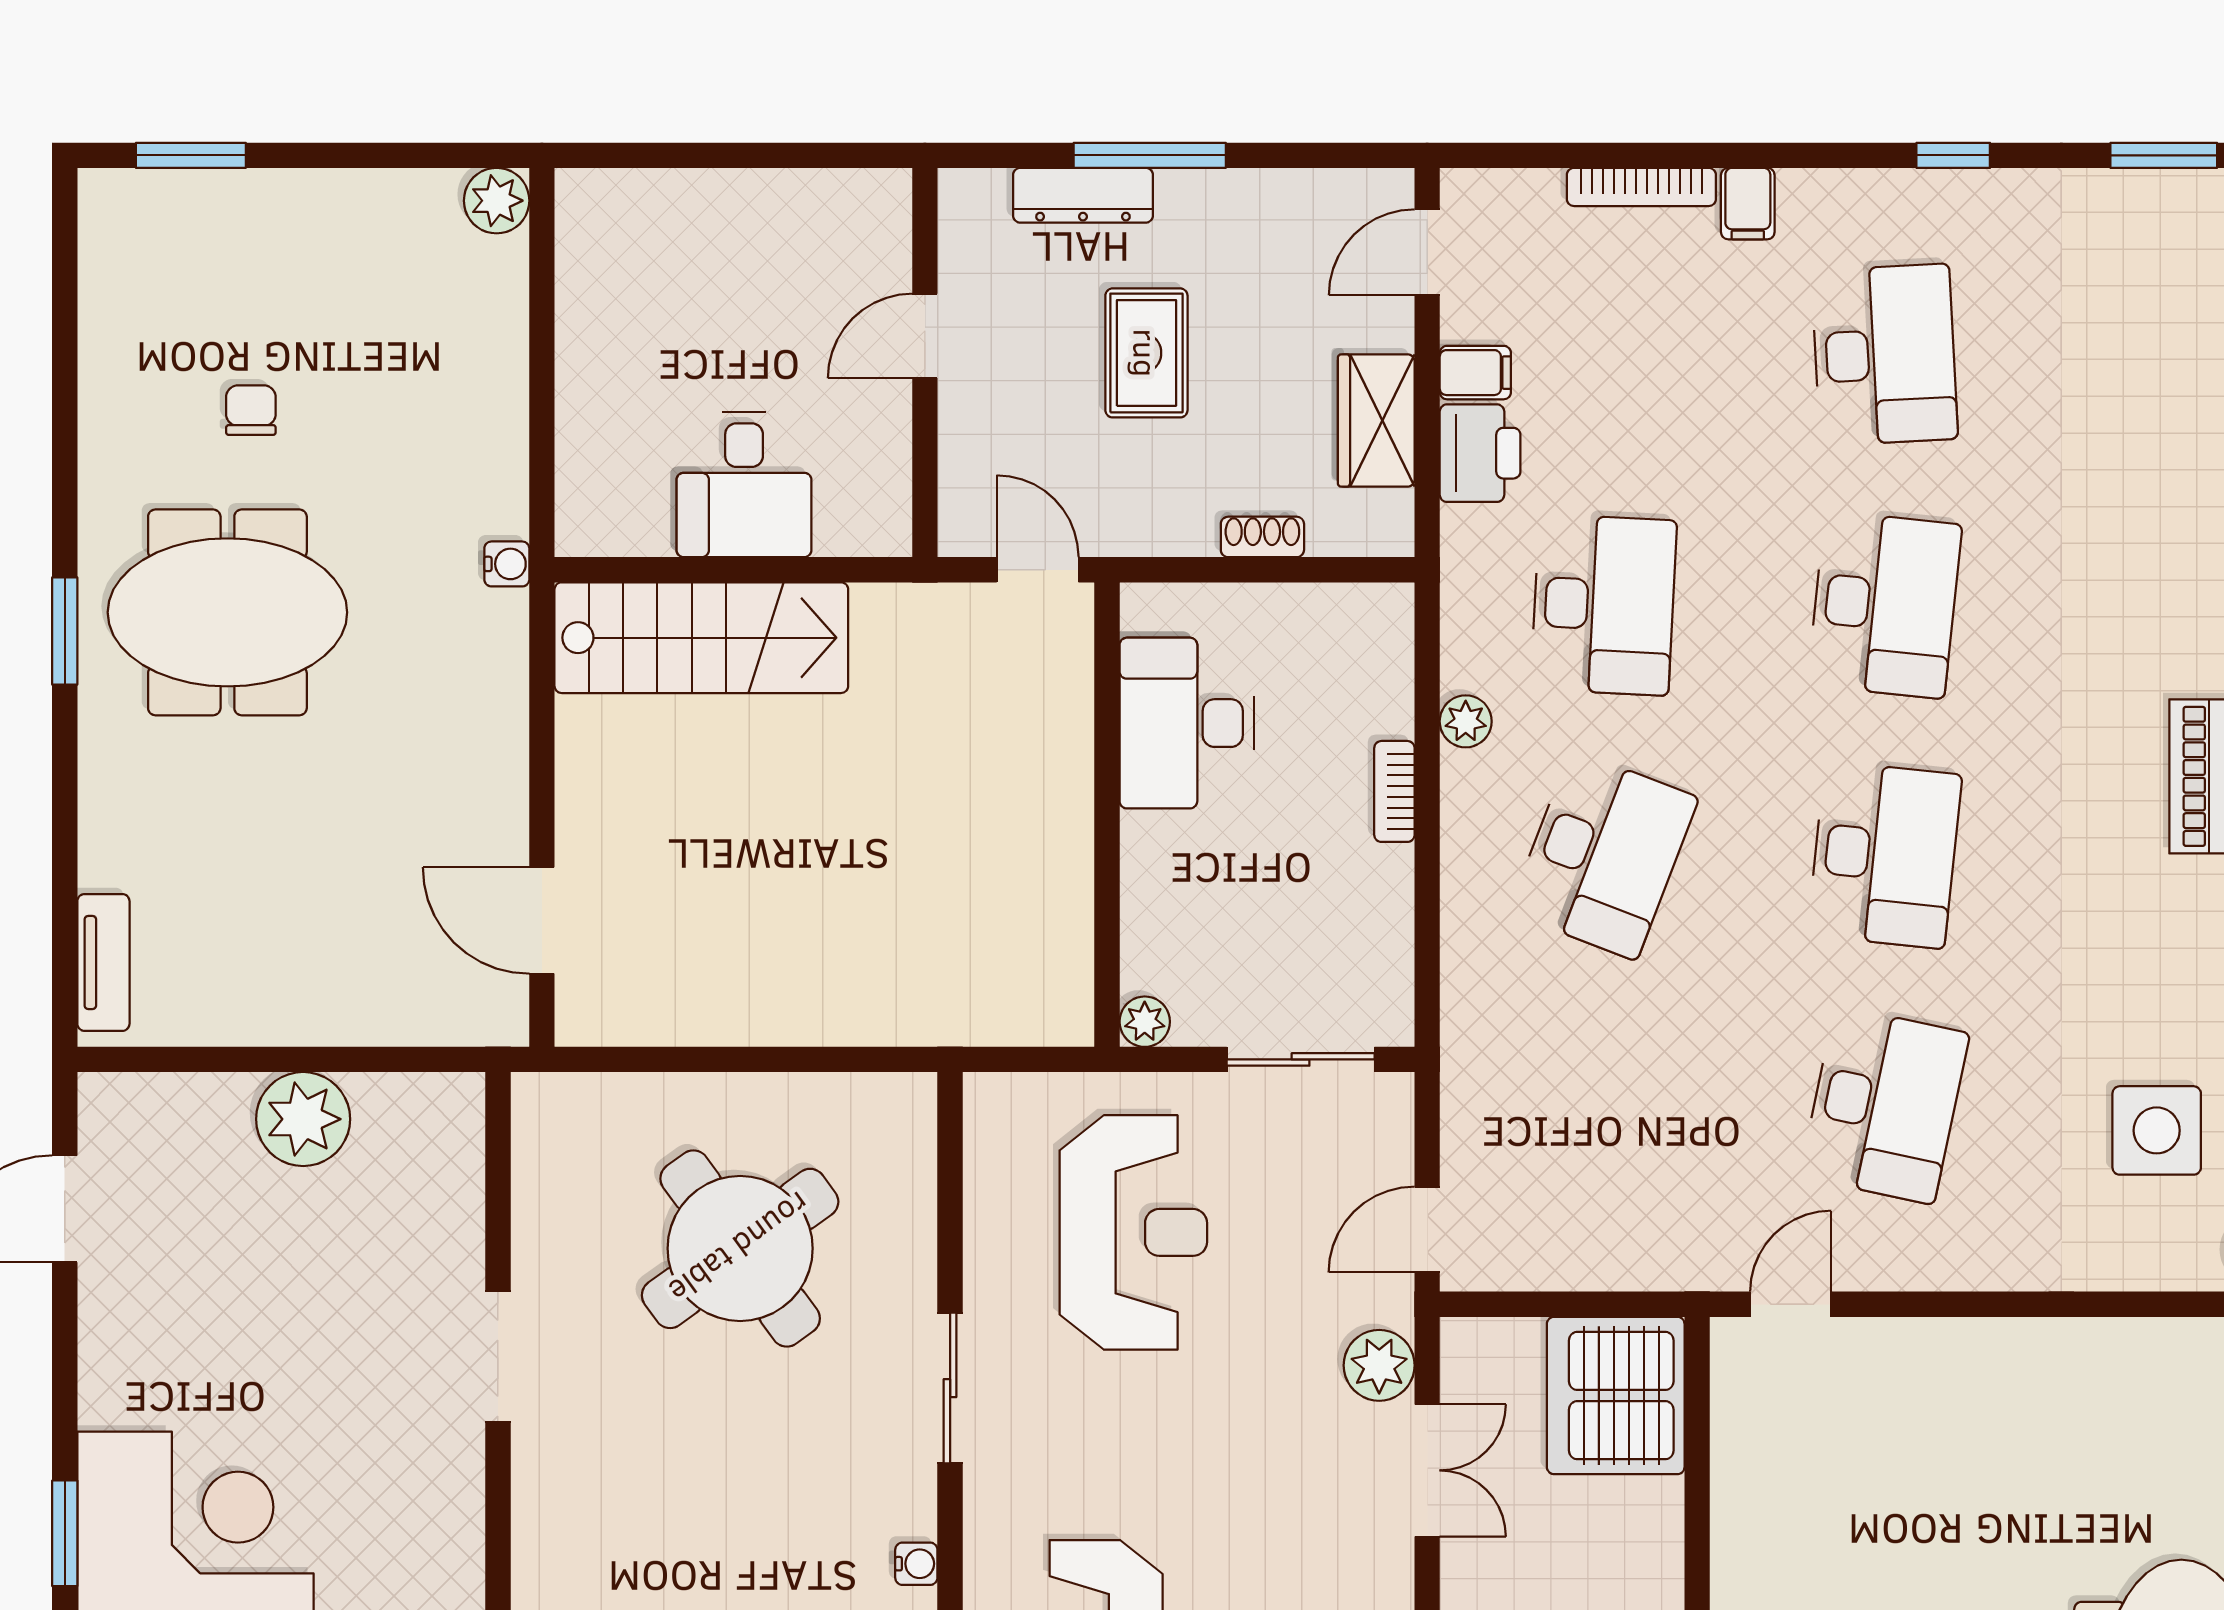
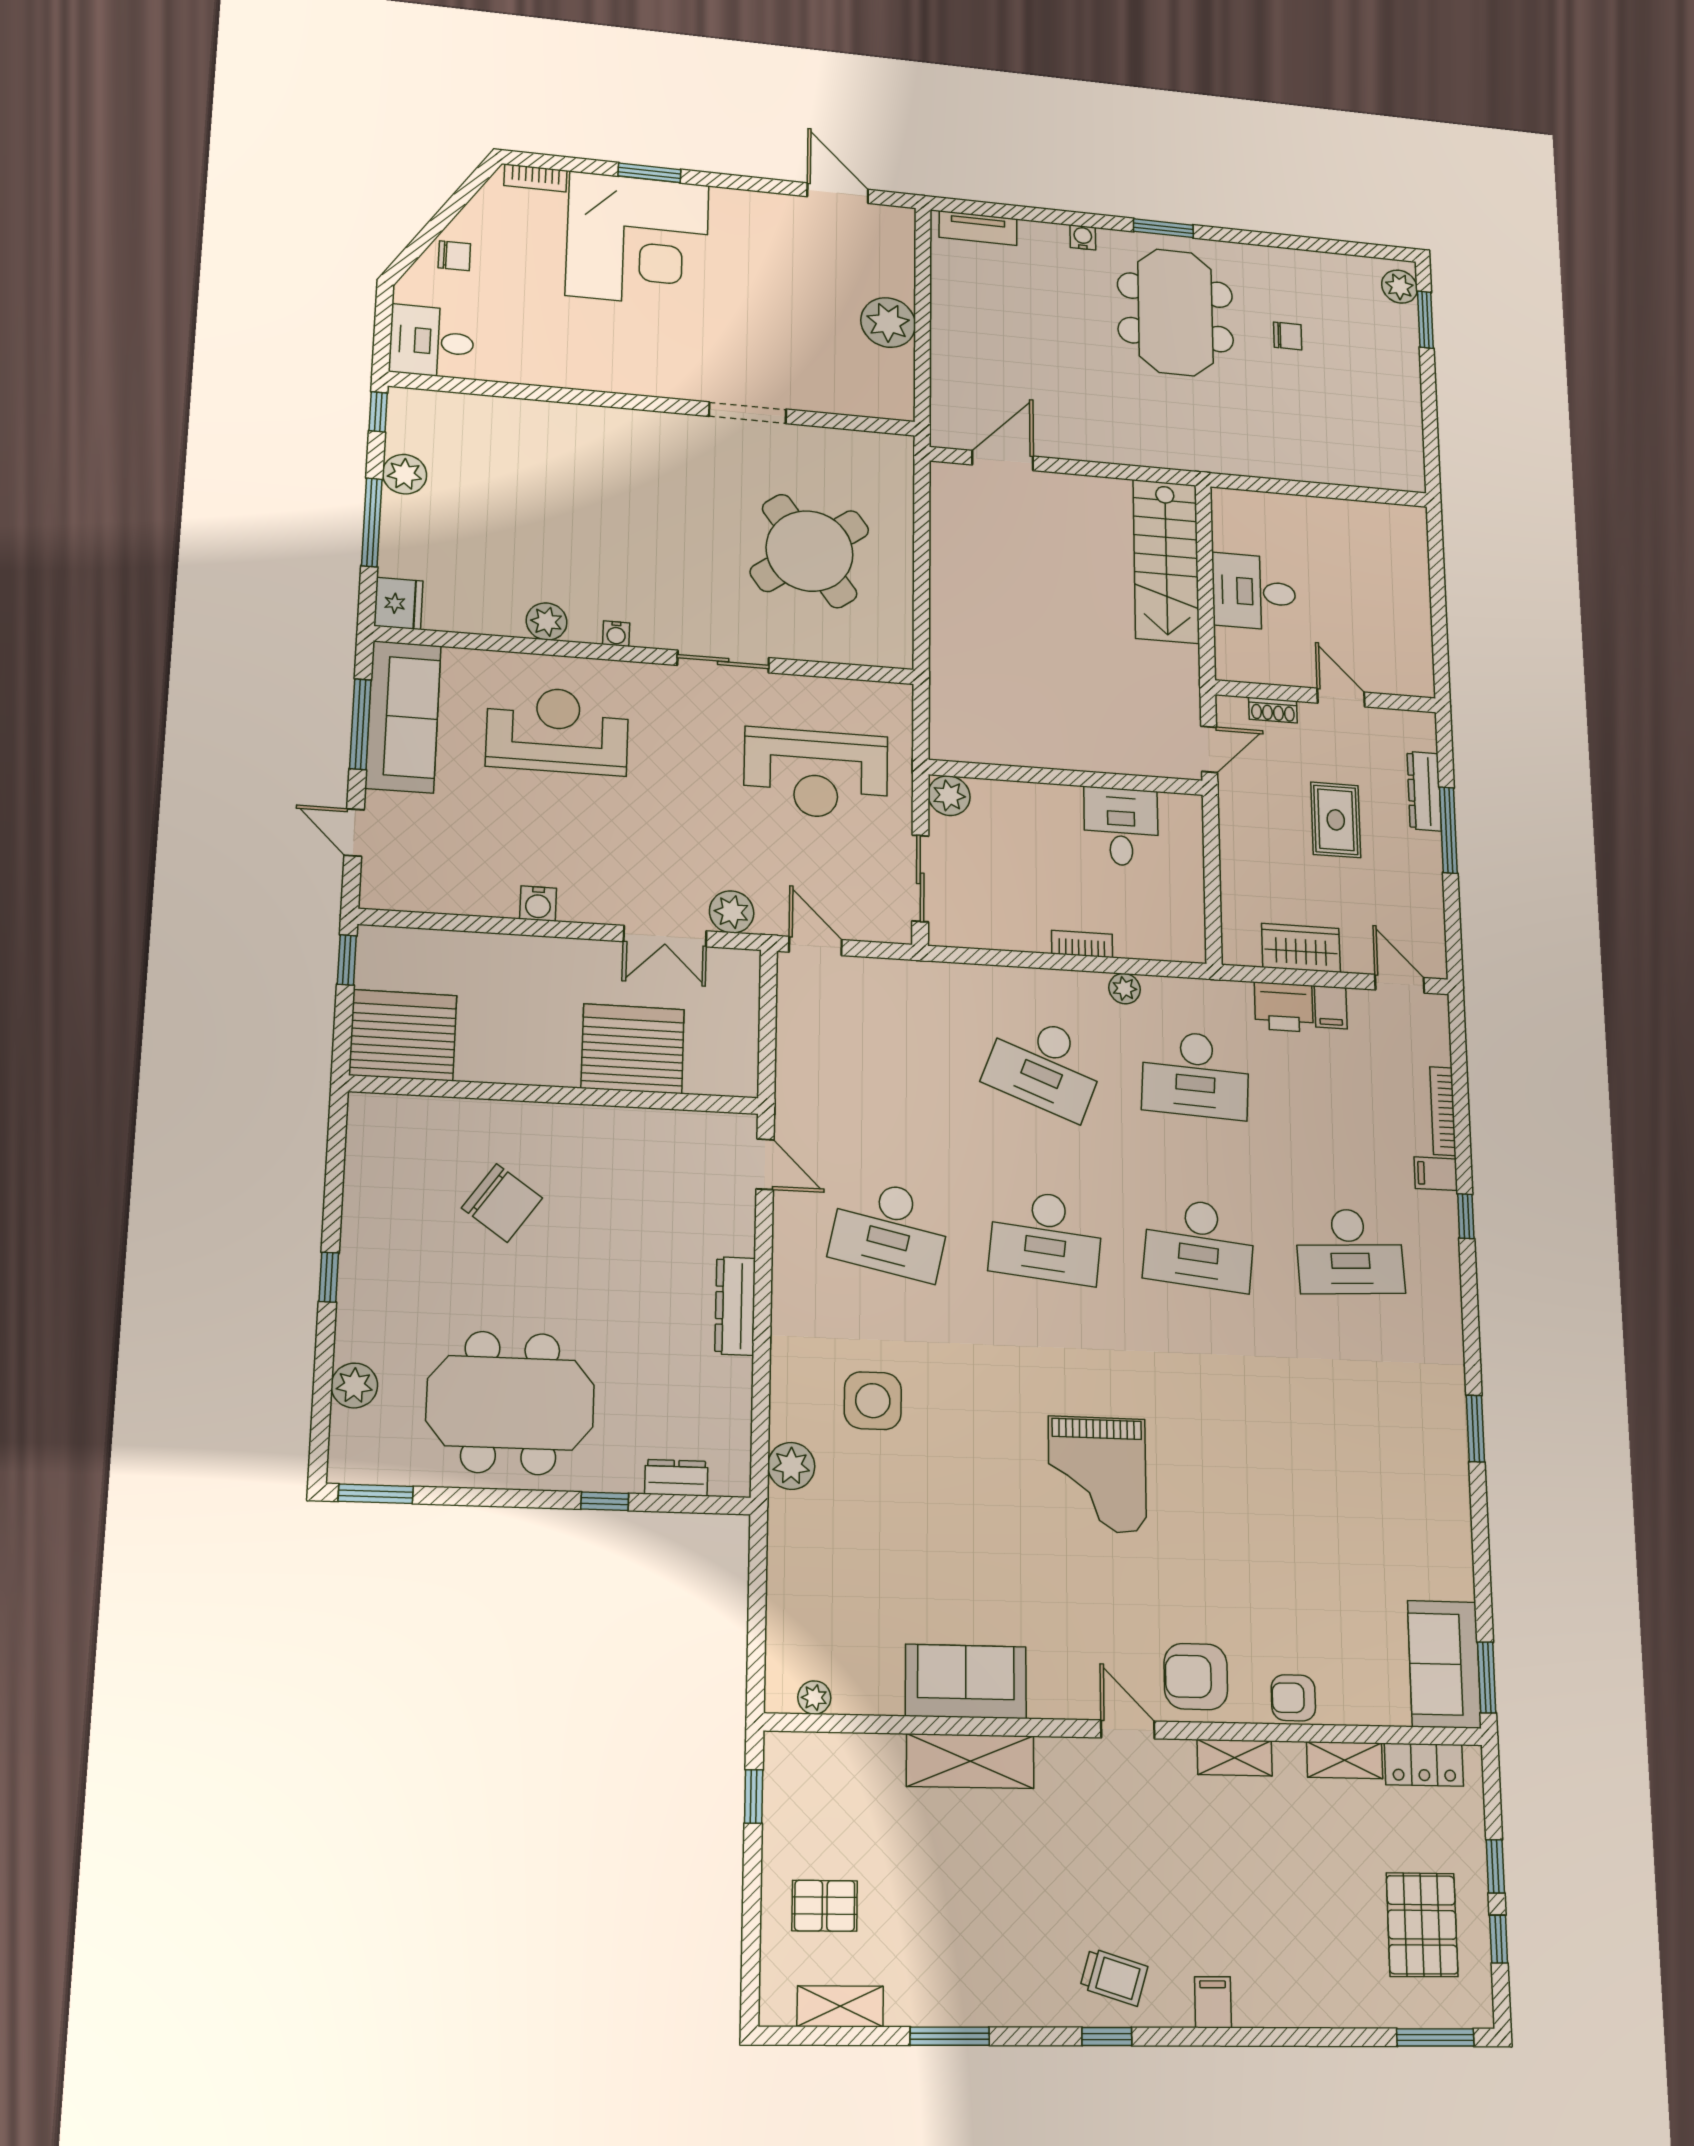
window: (1953, 155) -> (1466, 1216), moved
plant: (497, 201) -> (1400, 287), moved
rug: (1146, 353) -> (1336, 820), turned 90
shoe rack: (1262, 537) -> (1273, 710), moved, turned 90
water cooler: (507, 564) -> (1083, 237), moved, turned 180
desk: (1187, 723) -> (1121, 827), width x0.73
plant: (1145, 1022) -> (949, 796), width x1.38, depth x1.38
dresser: (2018, 1347) -> (735, 1306), added
server rack: (1616, 1396) -> (633, 1049), moved

